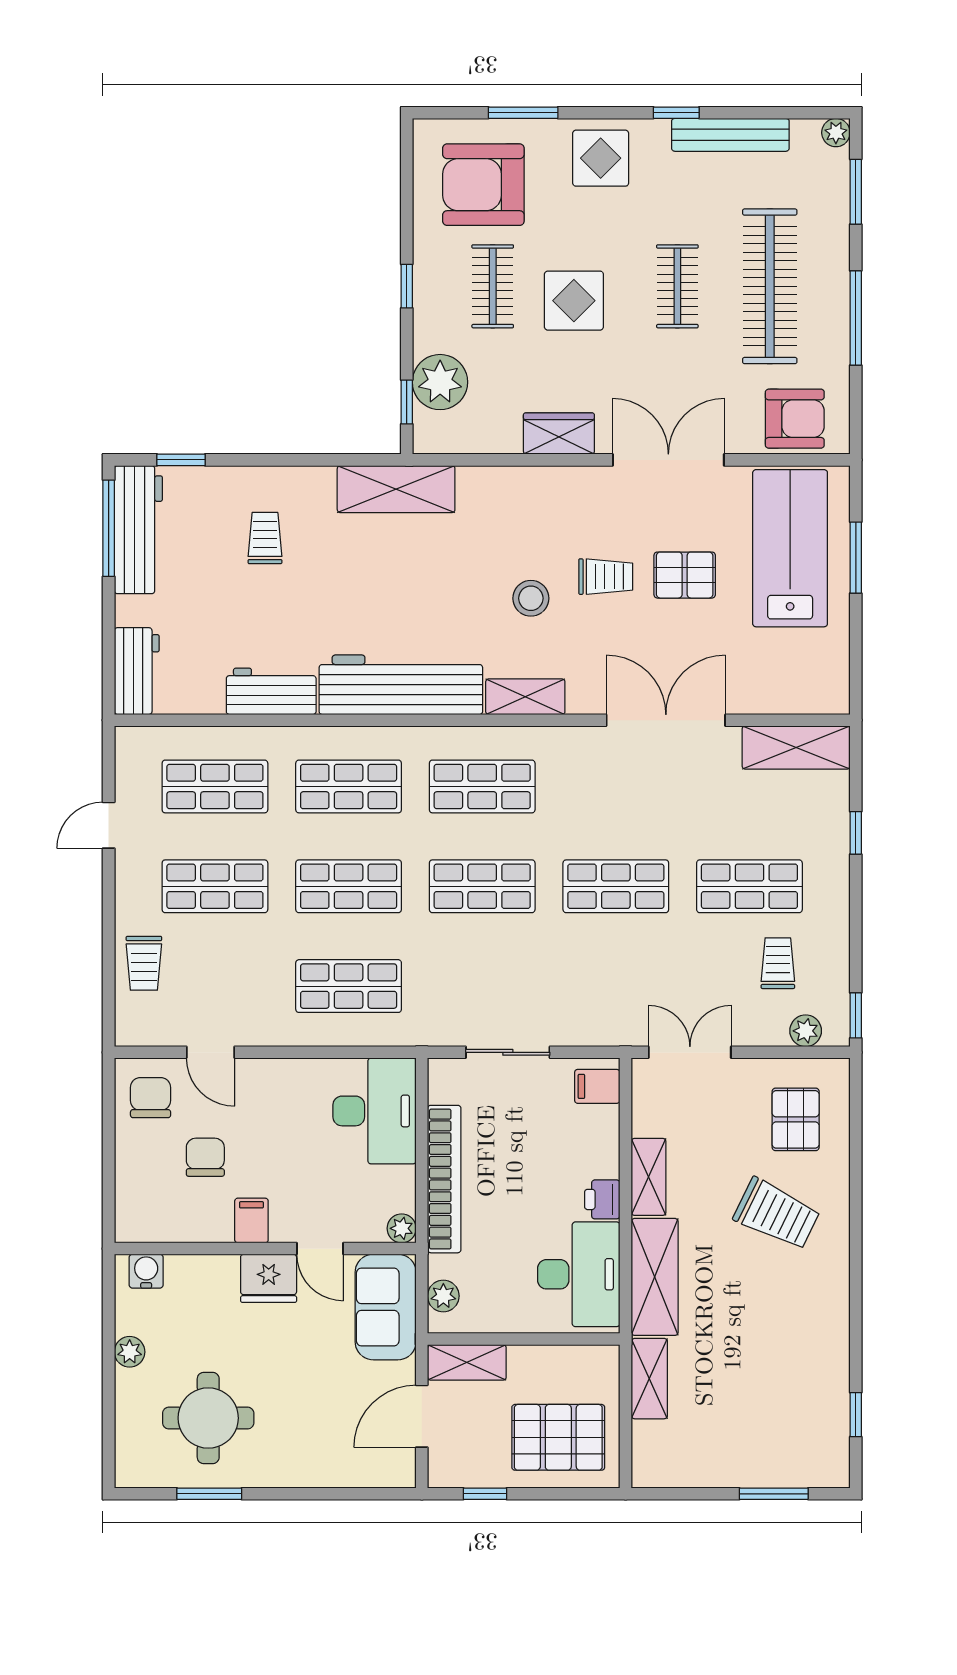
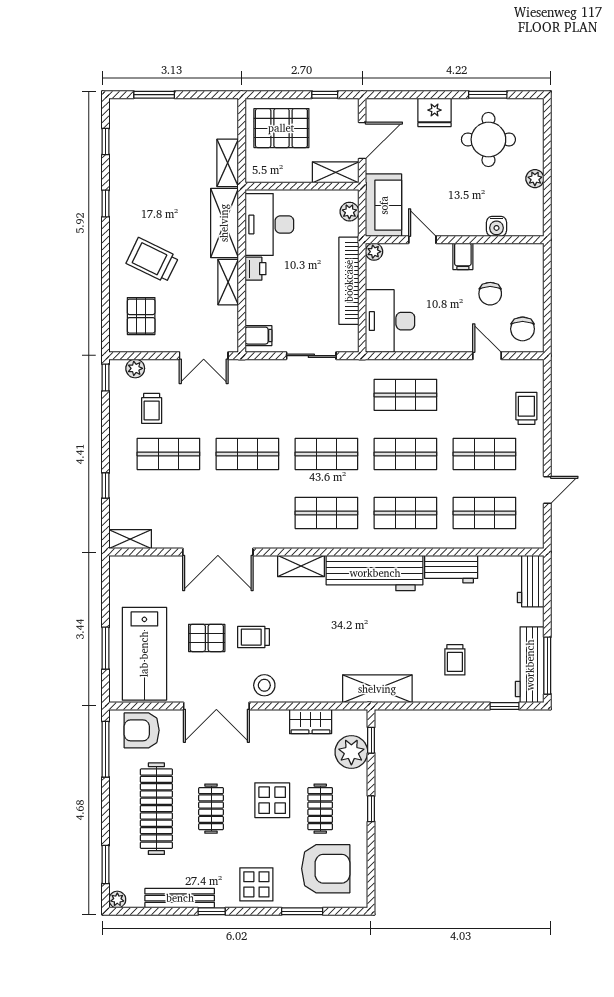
window: (856, 318) -> (106, 749), moved
wardrobe: (559, 434) -> (311, 722), moved
stool: (531, 598) -> (264, 685), moved
shelving: (796, 747) -> (130, 539), width x0.67, depth x0.75
water cooler: (146, 1271) -> (496, 226), moved
fridge: (269, 1278) -> (435, 112), moved, turned 180
window: (856, 1310) -> (106, 204), added

